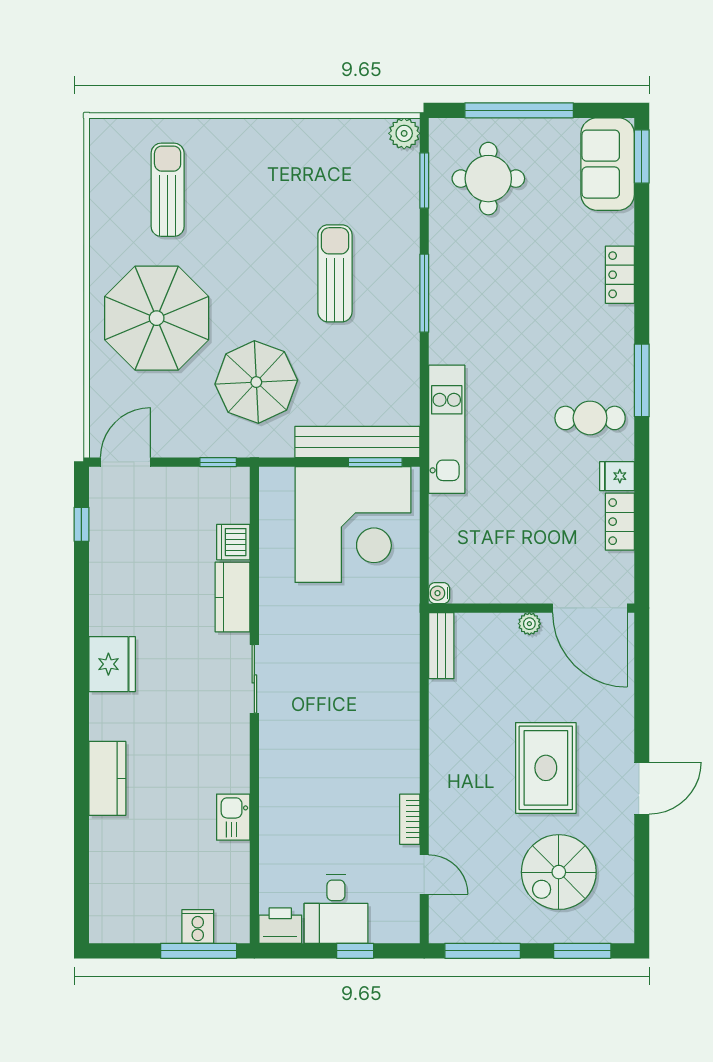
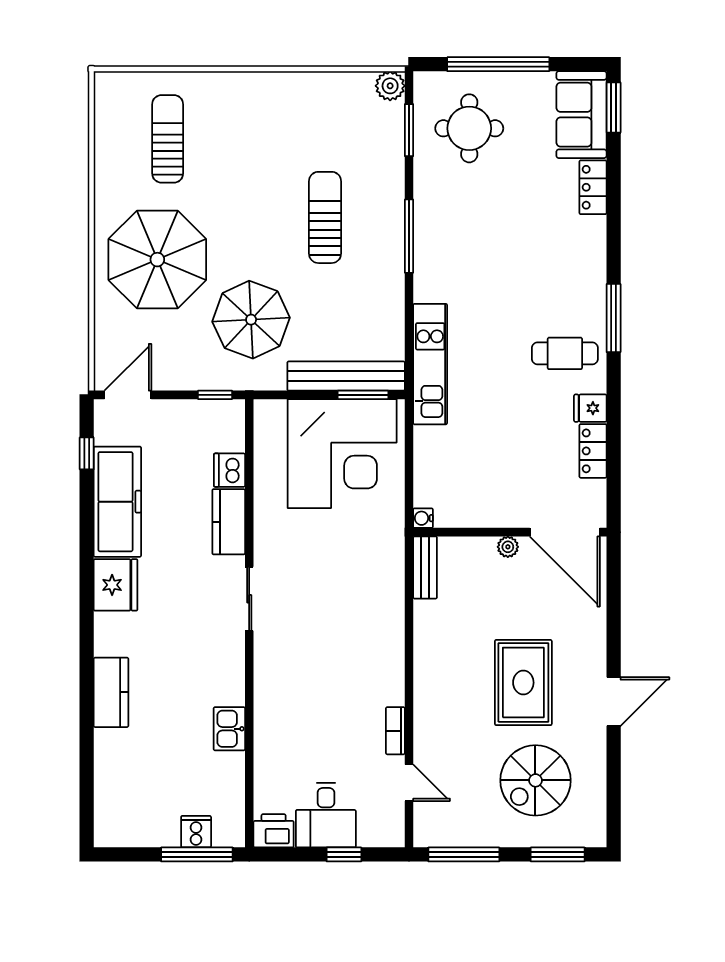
locker: (620, 275) -> (593, 187), moved
freezer: (114, 576) -> (117, 502), added

